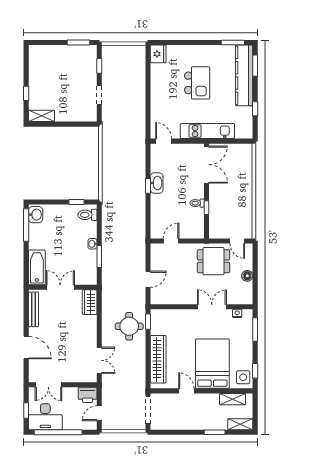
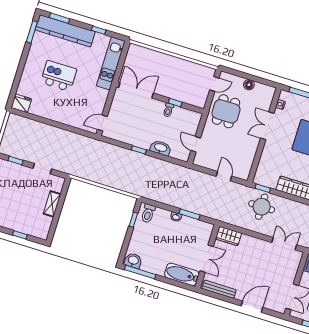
shelving: (41, 116) -> (52, 204), moved
kitchen unit: (207, 131) -> (111, 63), moved
washbasin: (157, 183) -> (161, 148), moved
double door: (60, 287) -> (207, 259), swing flipped

